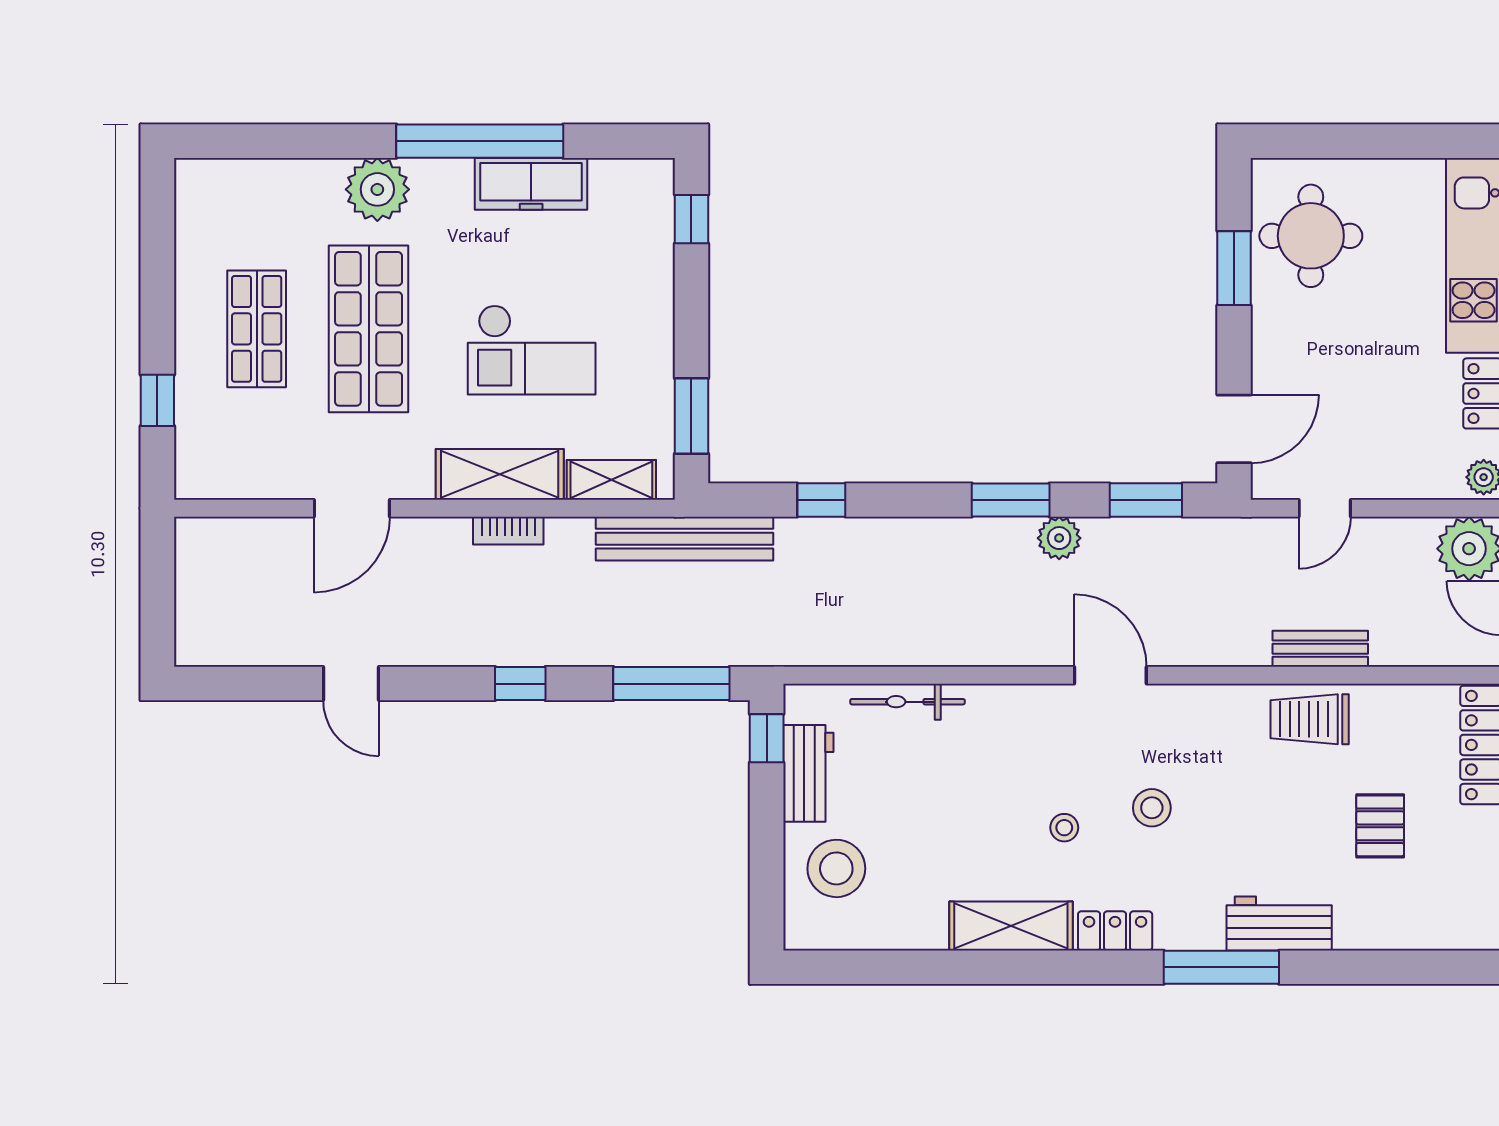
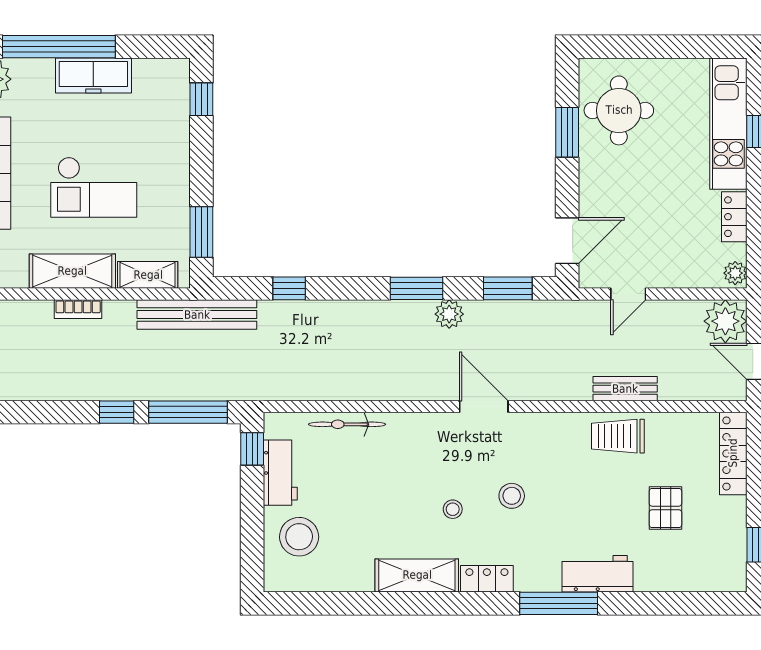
window: (520, 684) -> (117, 412), moved

